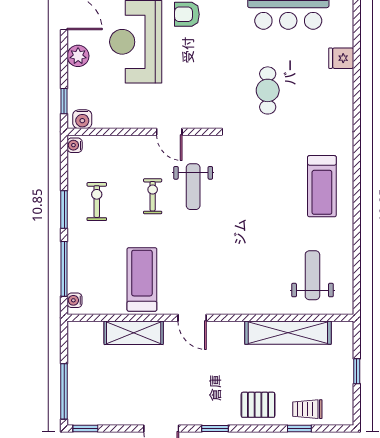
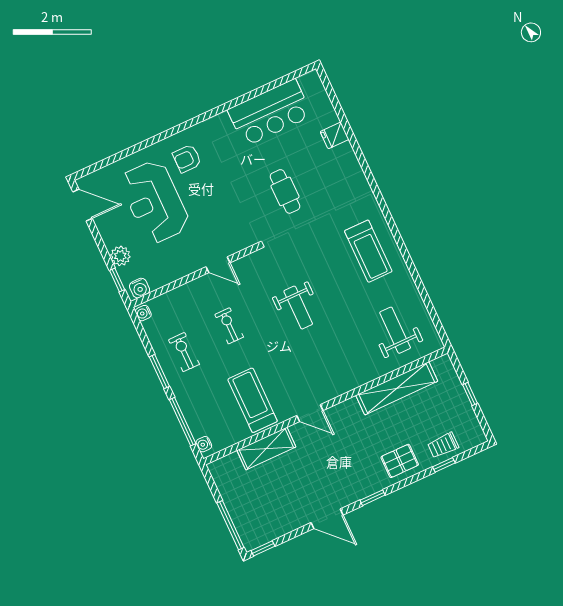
plant: (78, 56) -> (120, 256), moved
weight bench: (193, 187) -> (298, 308), moved

